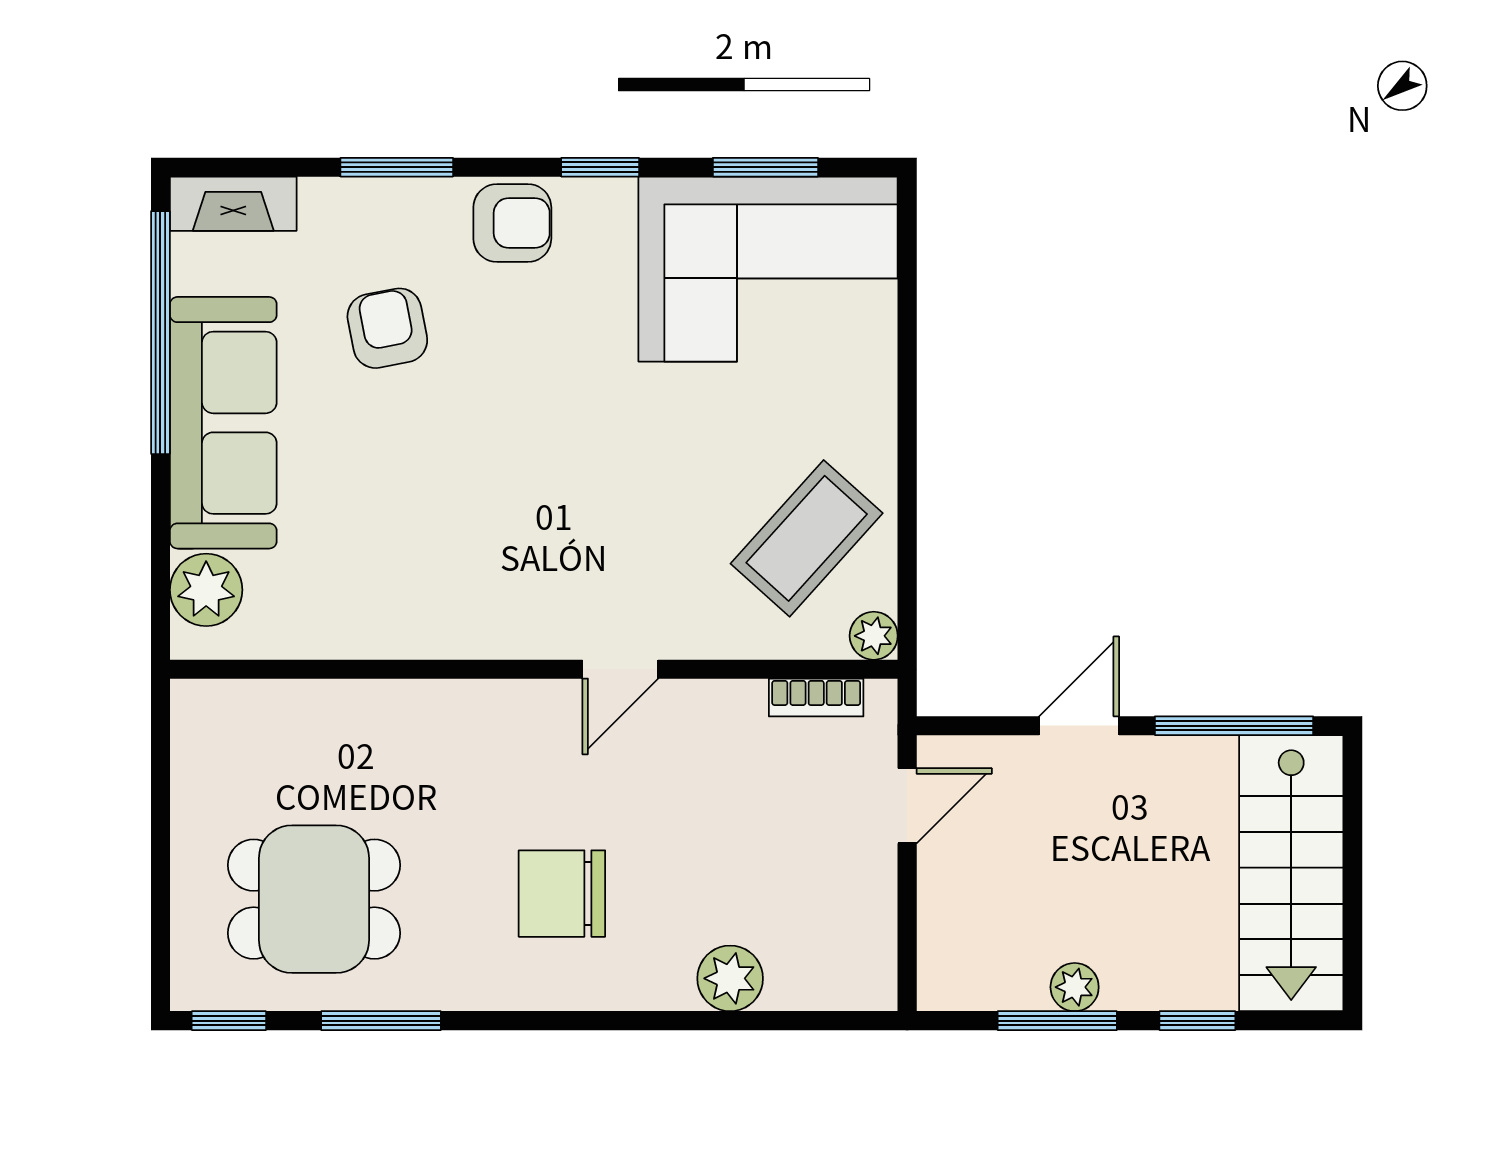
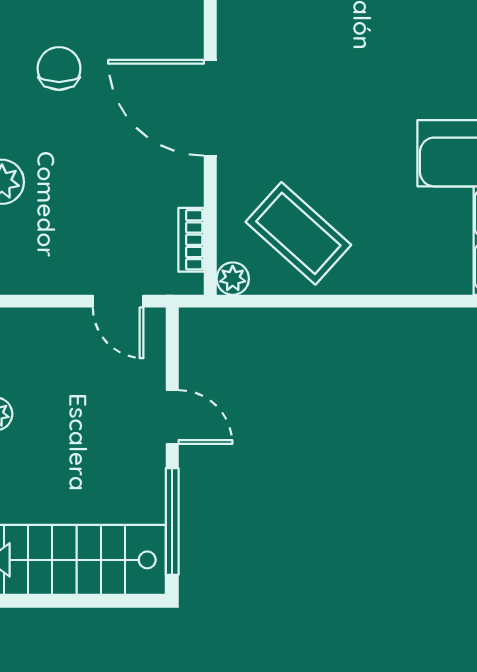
door: (620, 669) -> (210, 108), width x1.88
chair: (562, 894) -> (59, 68), width x0.73, depth x0.73

